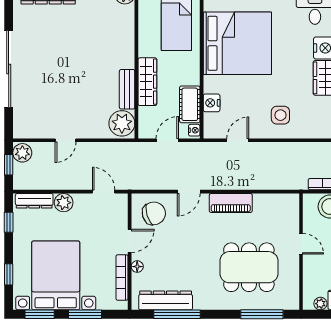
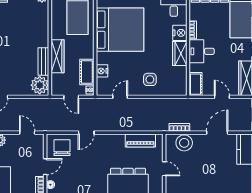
door: (167, 140) -> (71, 97), swing flipped
piano: (231, 203) -> (140, 140), moved
chair: (154, 213) -> (62, 148), turned -73

